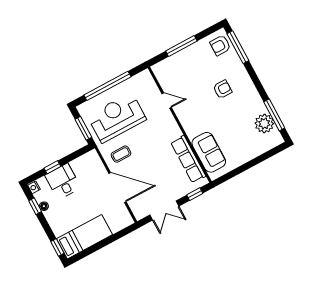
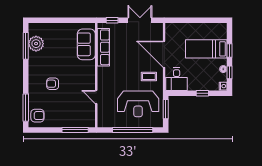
window: (181, 46) -> (75, 130), moved
desk: (63, 181) -> (177, 79), moved
bed: (84, 237) -> (206, 49), moved
window: (57, 247) -> (229, 50), moved

